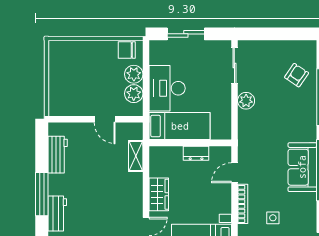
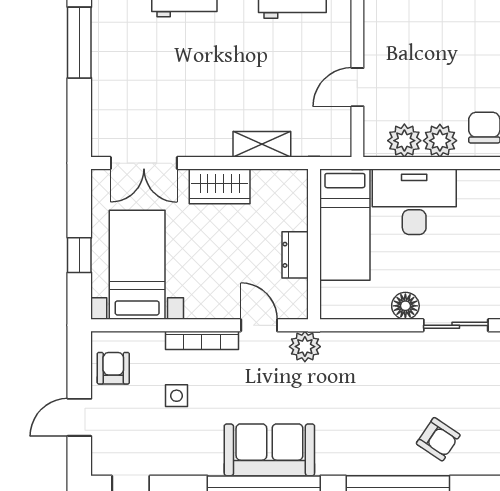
floor lamp: (224, 93) -> (405, 306), added
plant: (246, 101) -> (305, 347), moved
shelving: (136, 156) -> (262, 144), moved

